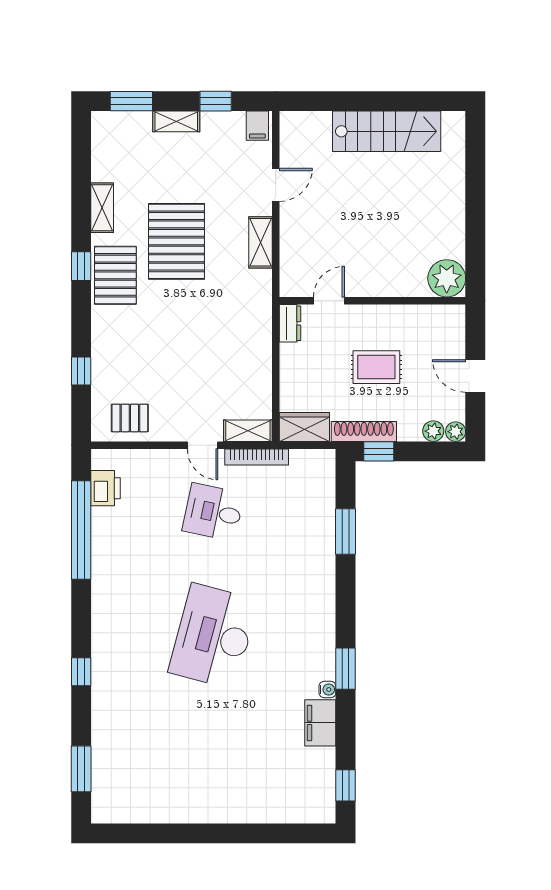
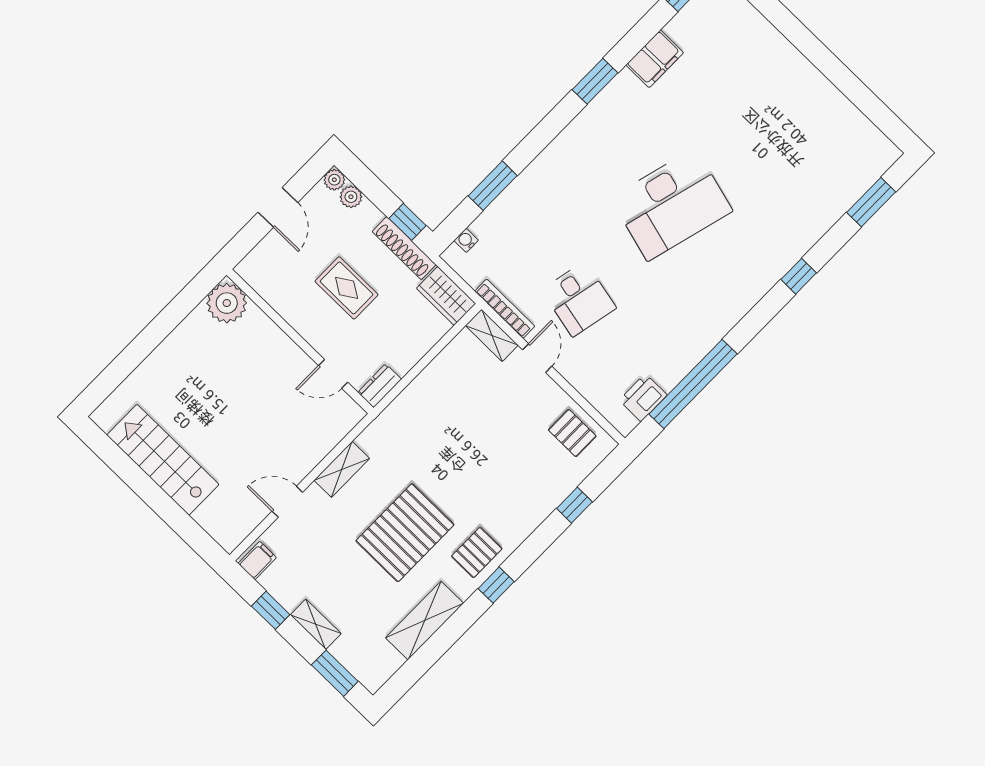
shelving: (102, 208) -> (425, 620), width x1.50, depth x1.33
pallet: (115, 275) -> (477, 552), width x0.67, depth x0.71
water cooler: (327, 690) -> (466, 240), moved

